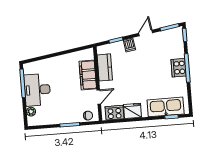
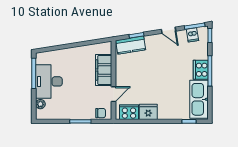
door: (146, 33) -> (169, 30), swing flipped
dishwasher: (129, 45) -> (192, 35), moved
kitchen counter: (105, 67) -> (131, 45), moved, turned 81
kitchen sink: (166, 107) -> (199, 99), moved, turned -90

